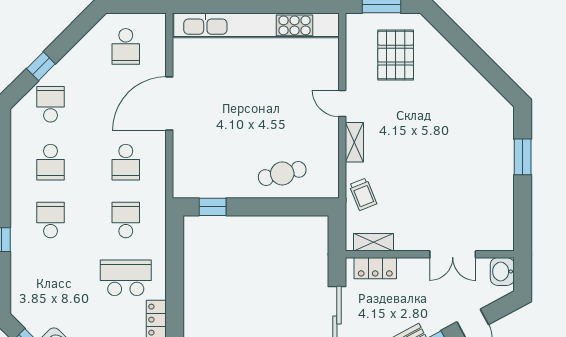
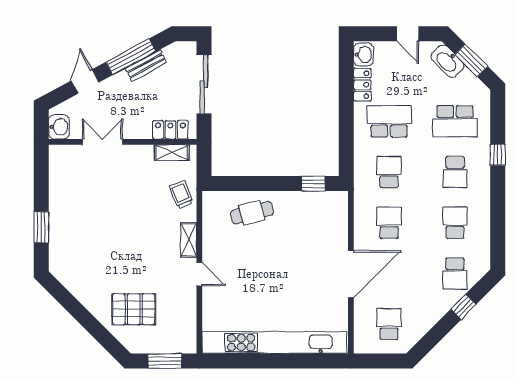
pallet: (396, 55) -> (134, 309), moved, turned 90
school desk: (126, 220) -> (389, 172), turned 180
school desk: (51, 278) -> (455, 121), added
school desk: (126, 278) -> (389, 121), turned 180

